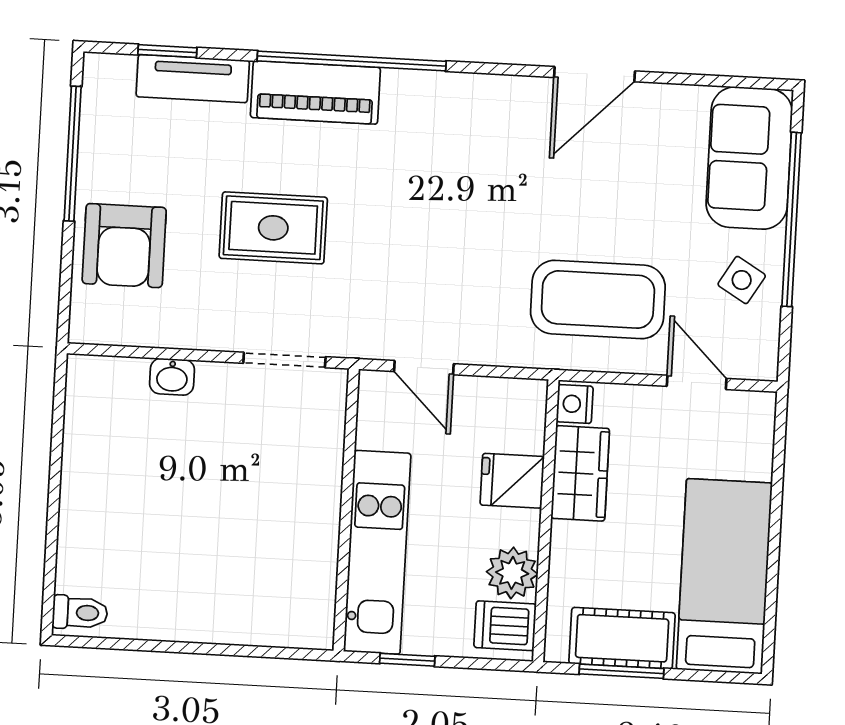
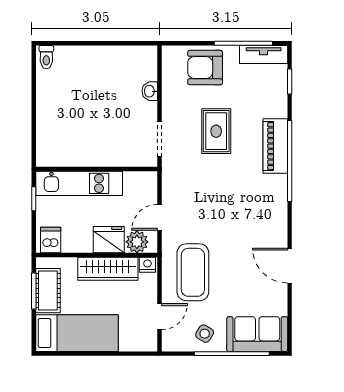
tv unit: (193, 79) -> (264, 54), moved, turned -90
door: (424, 368) -> (160, 217), moved
wardrobe: (580, 473) -> (108, 269), width x1.50
fridge: (512, 481) -> (109, 240), width x1.38
plant: (512, 573) -> (137, 242), moved

